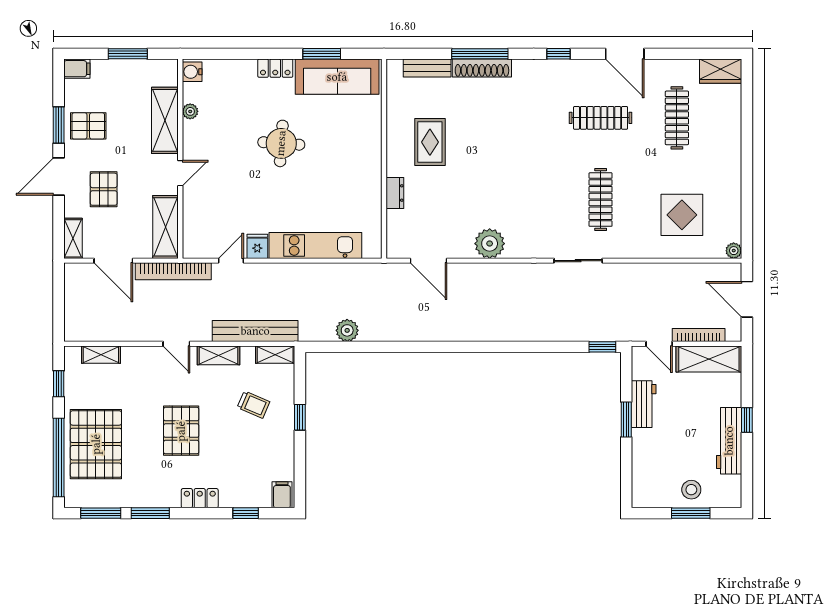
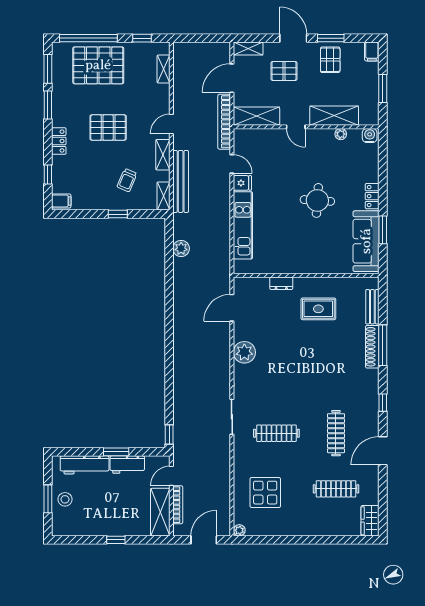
workbench: (729, 441) -> (85, 465), moved, turned 180

